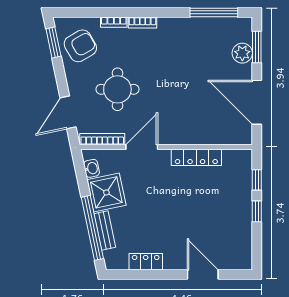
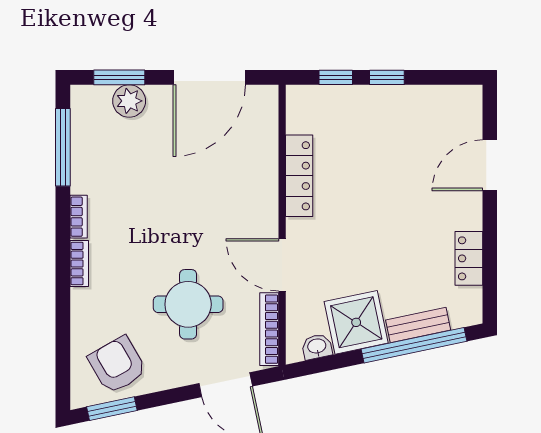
bookcase: (114, 22) -> (79, 217), moved

